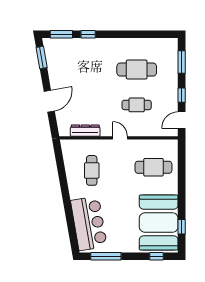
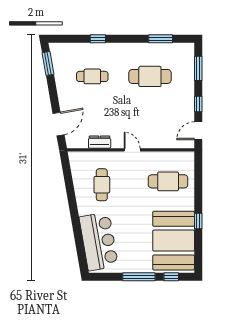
window: (61, 34) -> (161, 39), moved
door: (49, 101) -> (59, 124), moved
cafe table: (137, 105) -> (92, 76), moved
dresser: (85, 131) -> (100, 142), width x0.70
window: (182, 227) -> (198, 221), moved
window: (106, 256) -> (139, 277), moved

